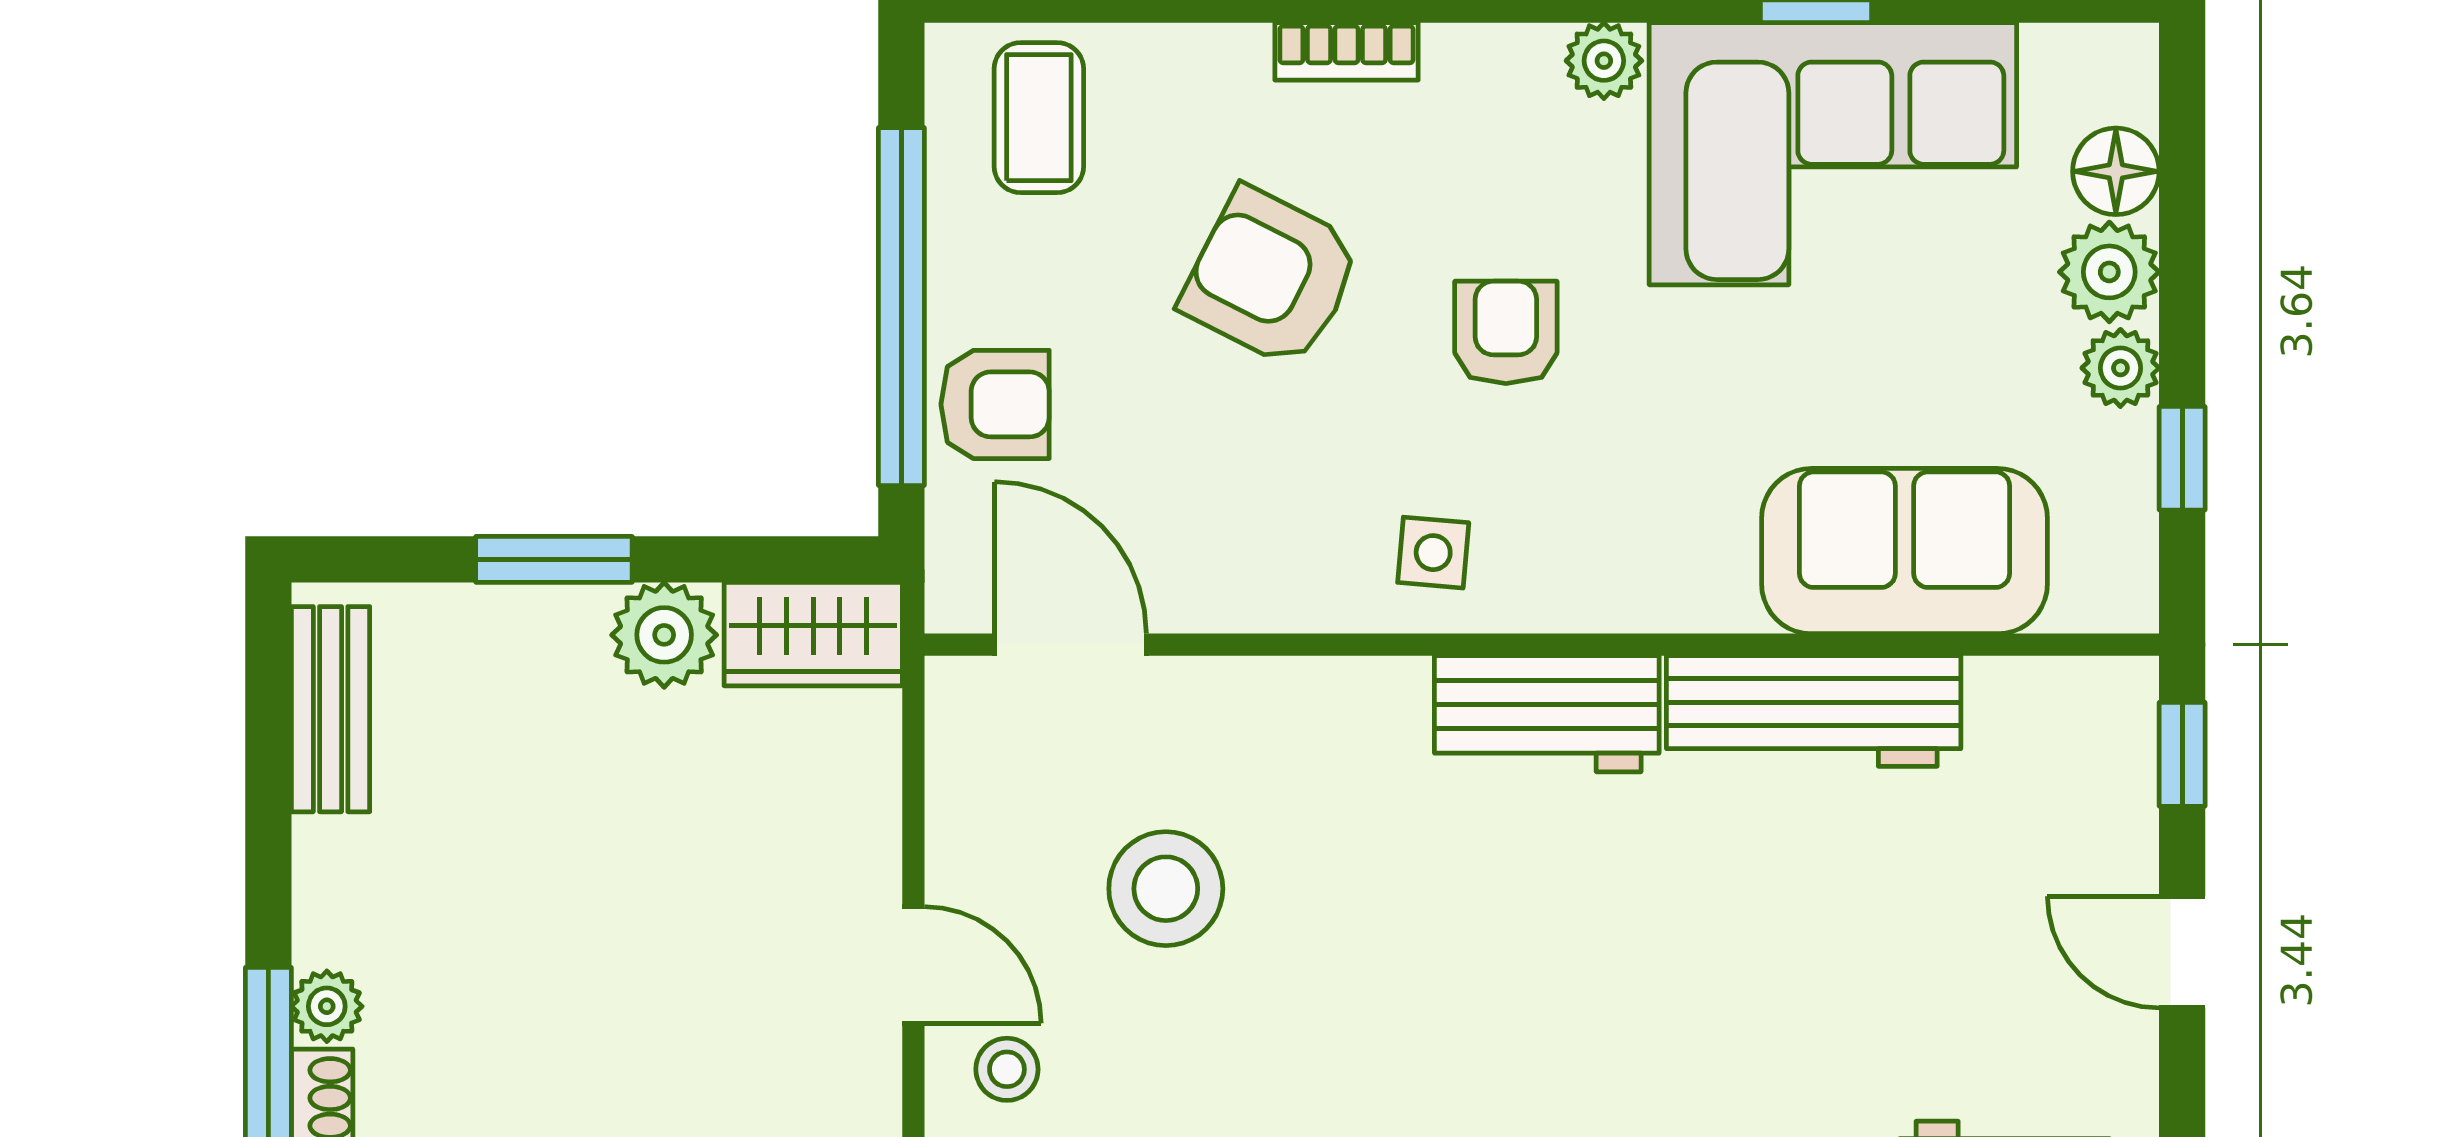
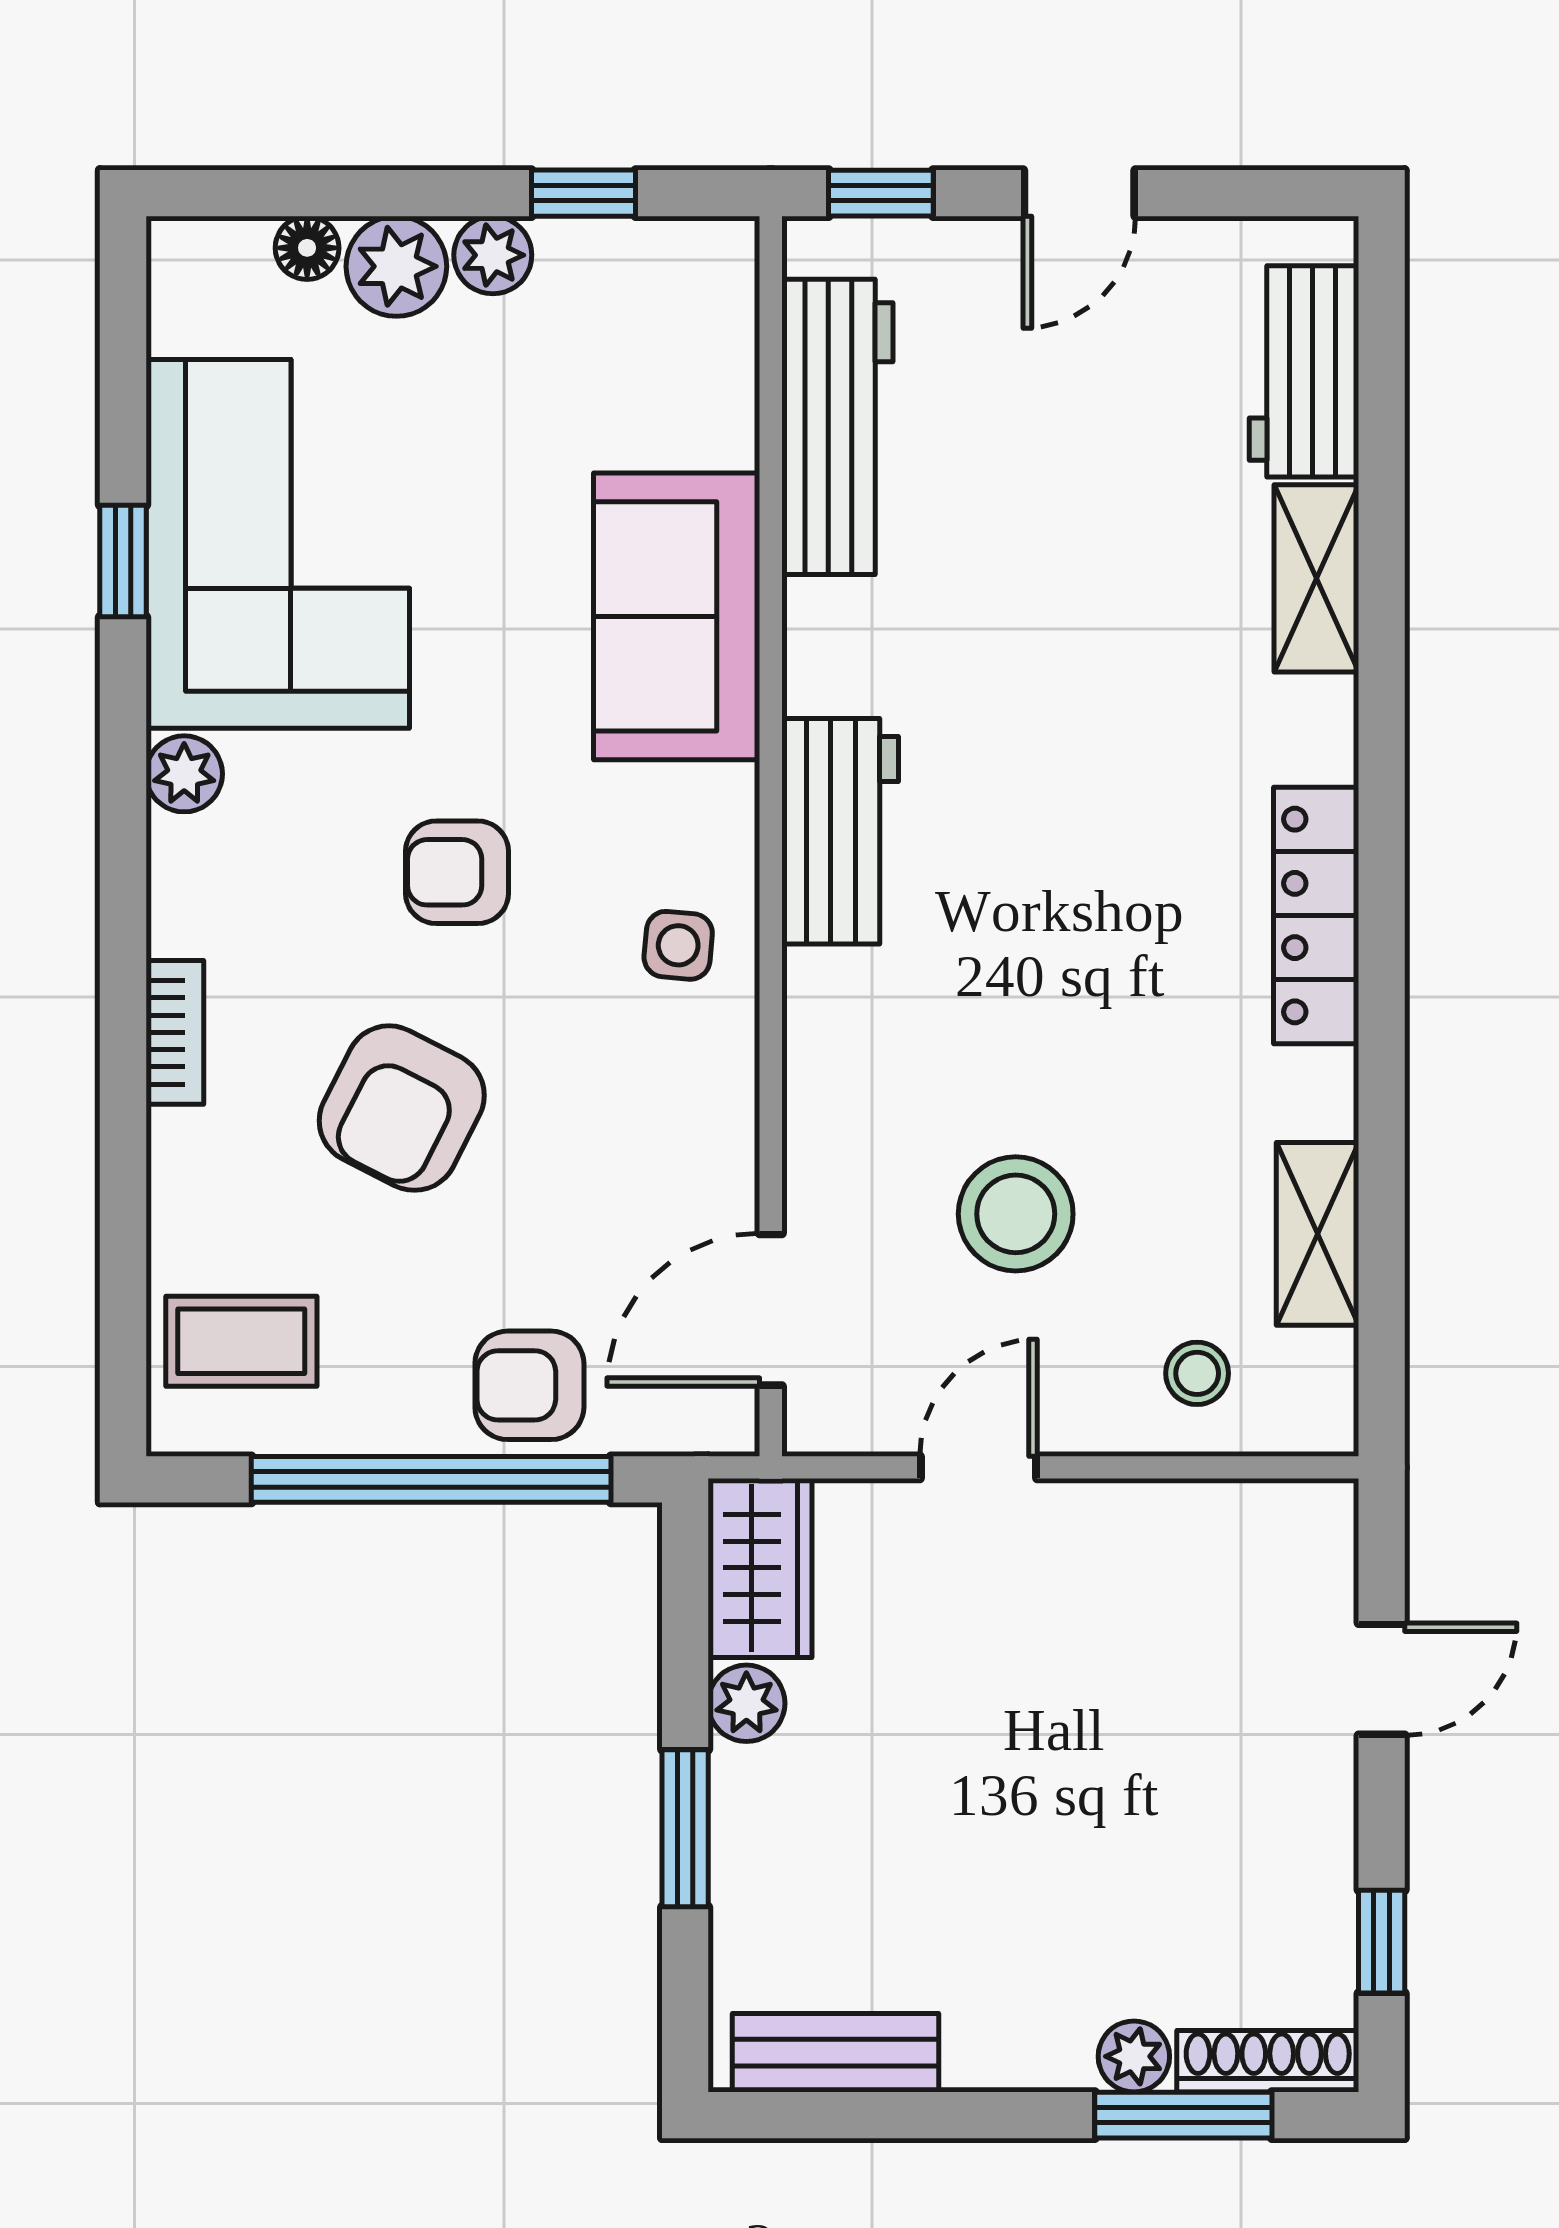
floor lamp: (2116, 171) -> (307, 248), width x0.73, depth x0.73
armchair: (995, 404) -> (529, 1385), turned -90
sofa: (1905, 551) -> (677, 616), moved
plant: (664, 635) -> (746, 1703), width x0.73, depth x0.73
workbench: (1814, 711) -> (837, 427), moved
door: (913, 965) -> (979, 1467), moved

